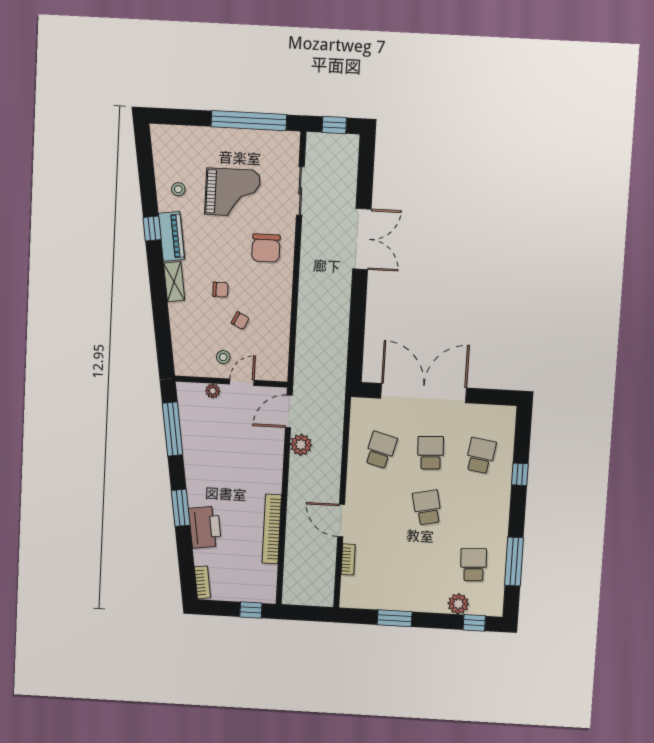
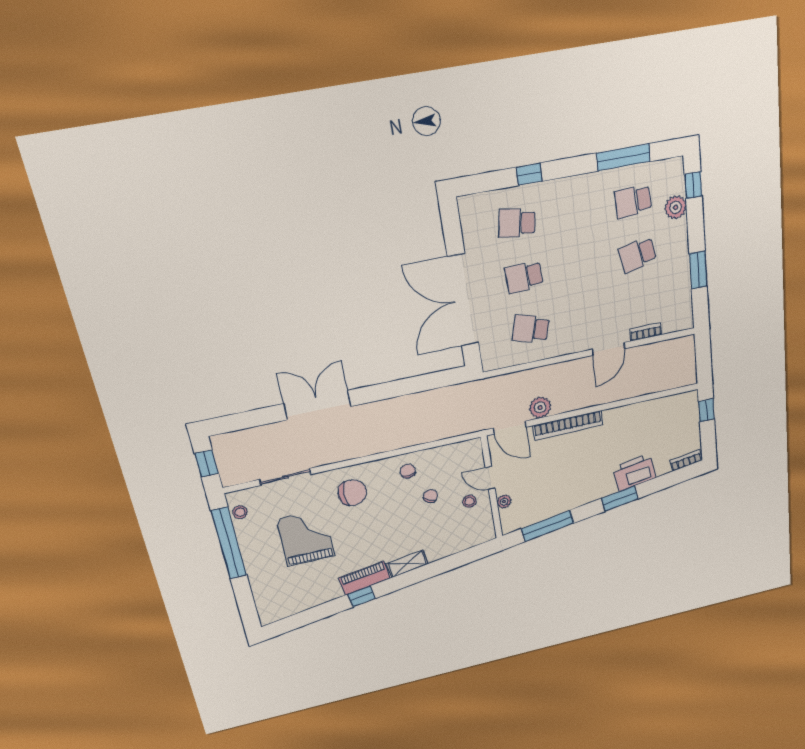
stool: (178, 189) -> (240, 512), moved
chair: (220, 290) -> (408, 471), moved
school desk: (427, 508) -> (638, 255), moved
bookcase: (272, 529) -> (568, 425), moved

